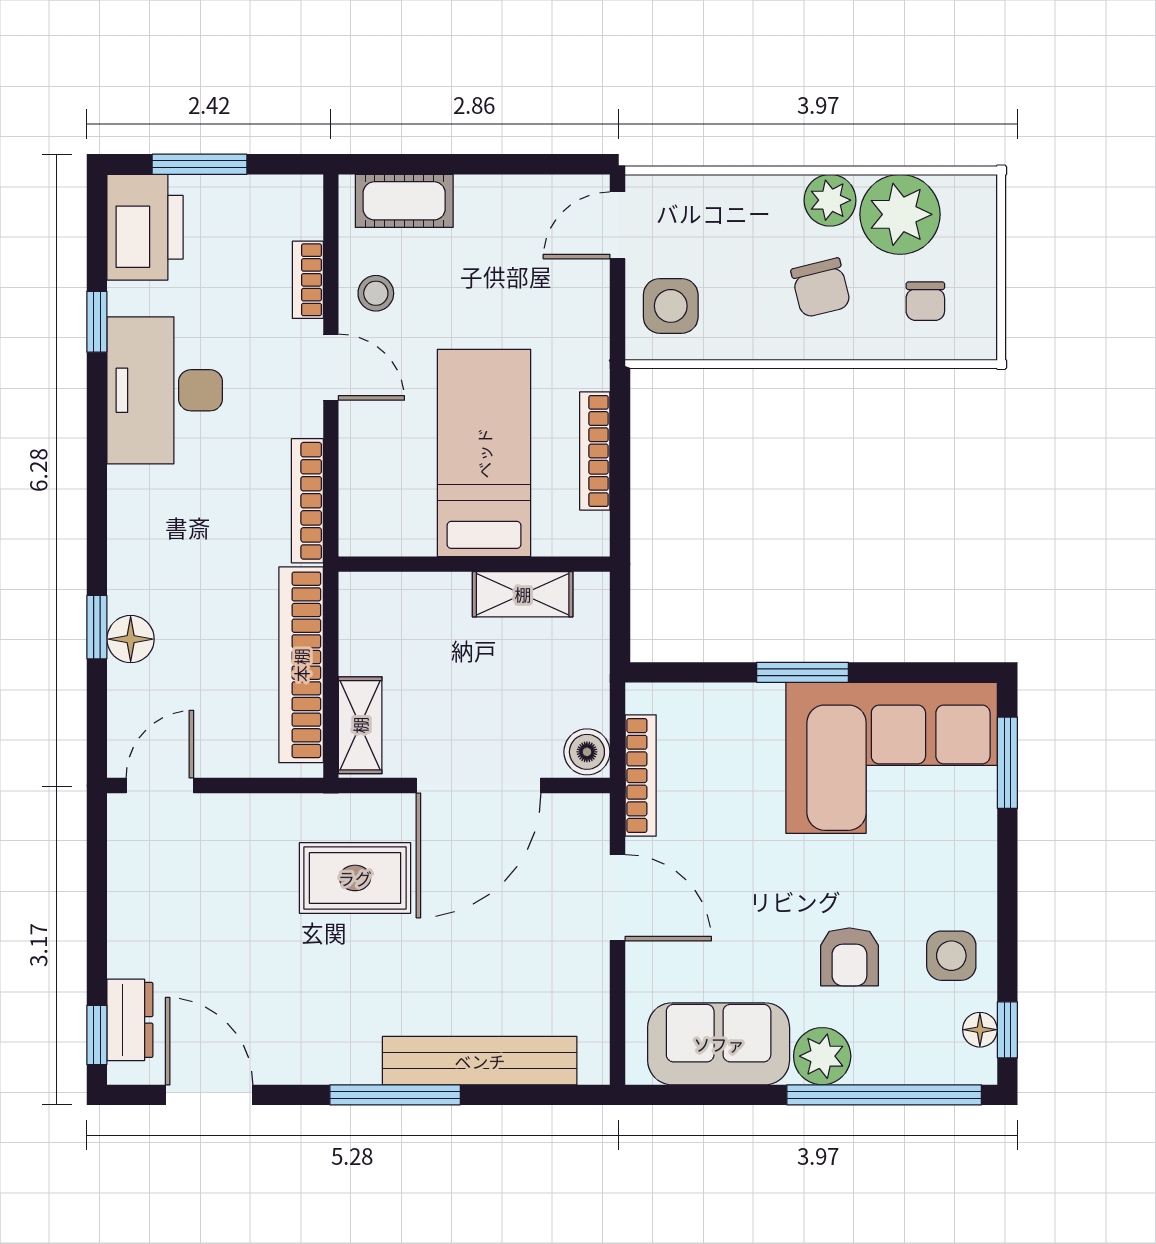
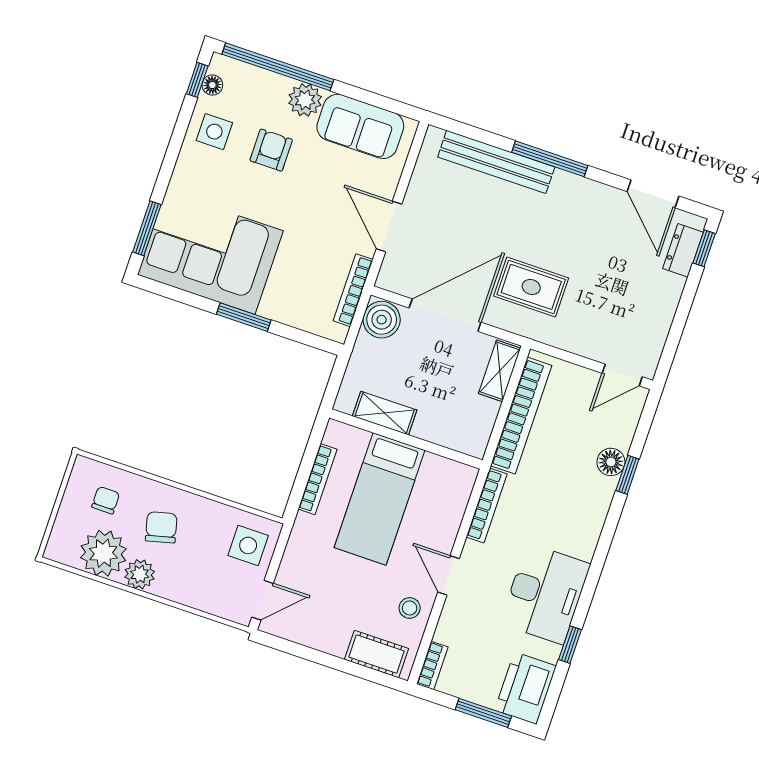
bookcase: (308, 280) -> (432, 665), moved
boiler: (587, 752) -> (382, 320), width x1.36, depth x1.36

